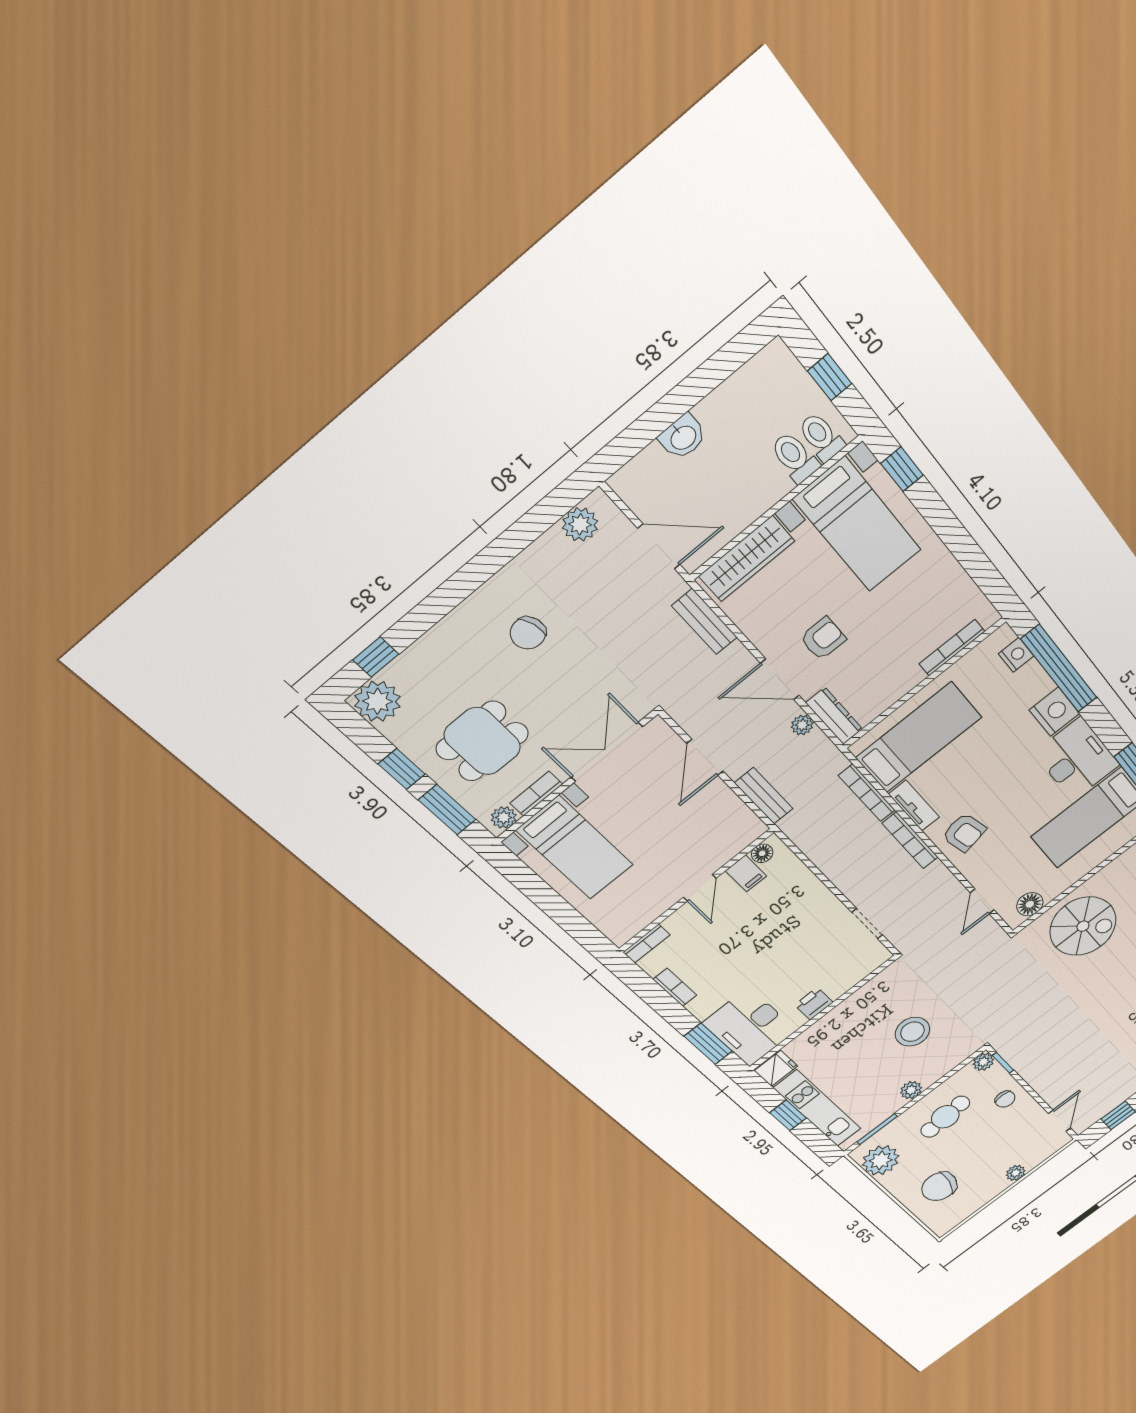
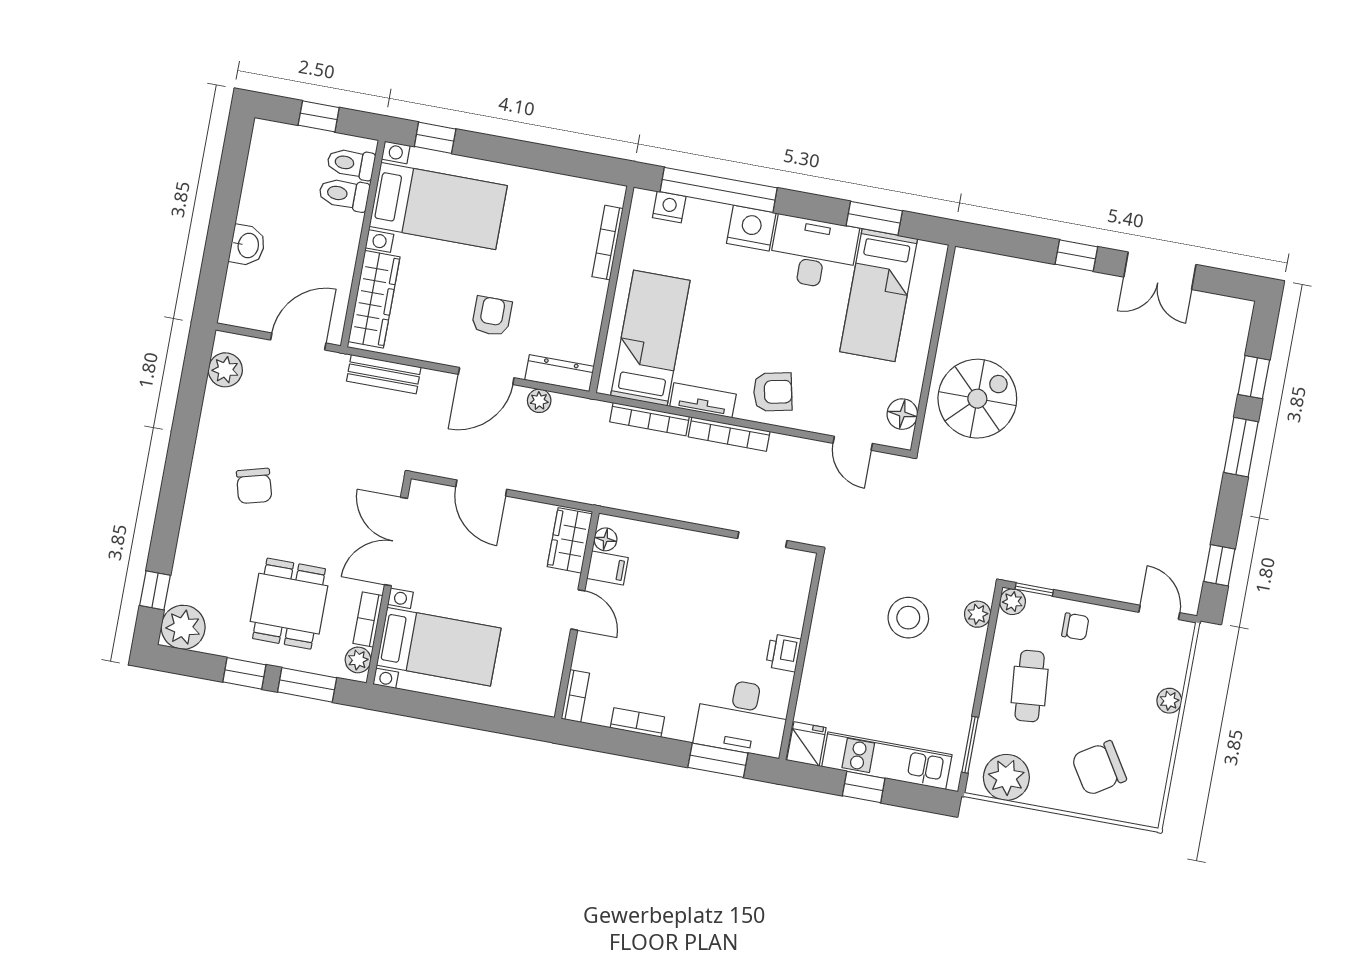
bench: (764, 796) -> (561, 486), removed
wardrobe: (736, 837) -> (570, 540), added
plant: (911, 1090) -> (978, 614), moved
chair: (939, 1186) -> (1099, 768), turned 46

